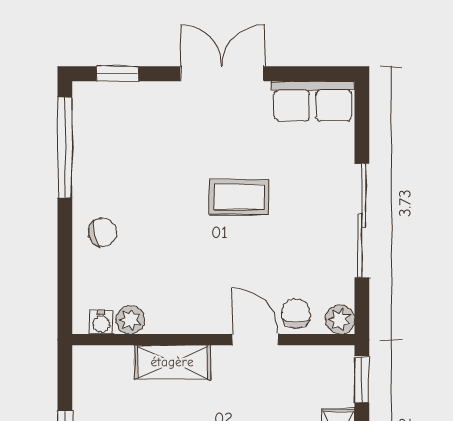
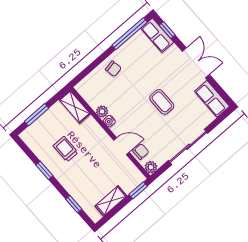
row of seats: (111, 100) -> (157, 35), added
plant: (130, 320) -> (102, 111), moved
water cooler: (101, 322) -> (109, 121), moved
door: (255, 340) -> (121, 146), hinge flipped
shelving: (172, 362) -> (75, 107), moved

